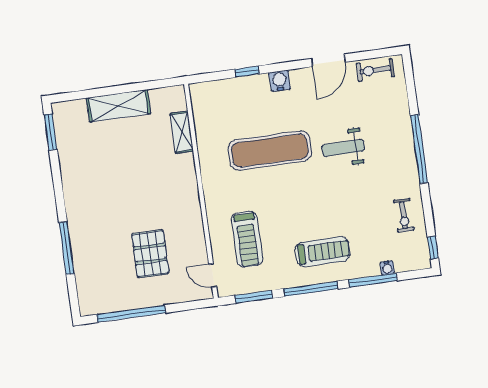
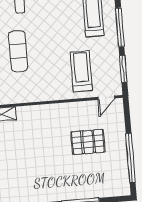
exercise mat: (270, 151) -> (18, 51), width x0.73, depth x0.69
treadmill: (247, 239) -> (81, 71), turned -90

